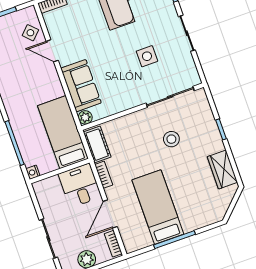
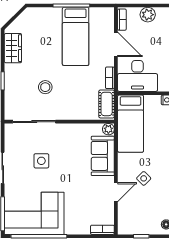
side table: (30, 33) -> (144, 178), moved
door: (52, 51) -> (116, 192), hinge flipped
desk: (80, 185) -> (137, 76), width x1.37
door: (110, 214) -> (116, 44), hinge flipped

